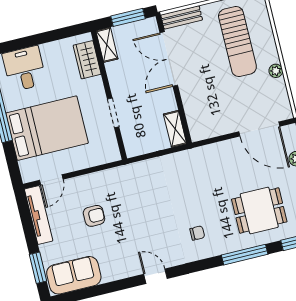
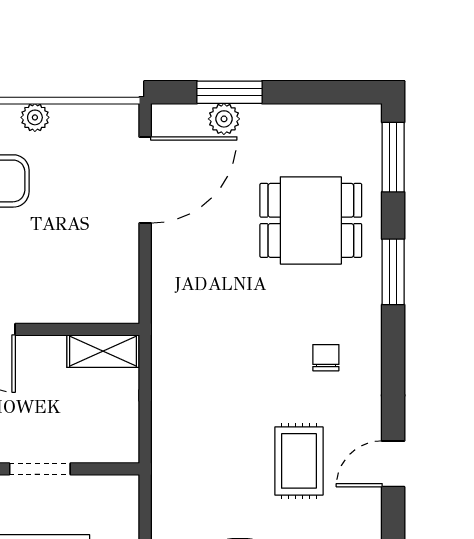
dining table: (259, 211) -> (311, 220), turned 90
rug: (146, 232) -> (299, 461), added
window: (245, 255) -> (393, 272), width x0.69

